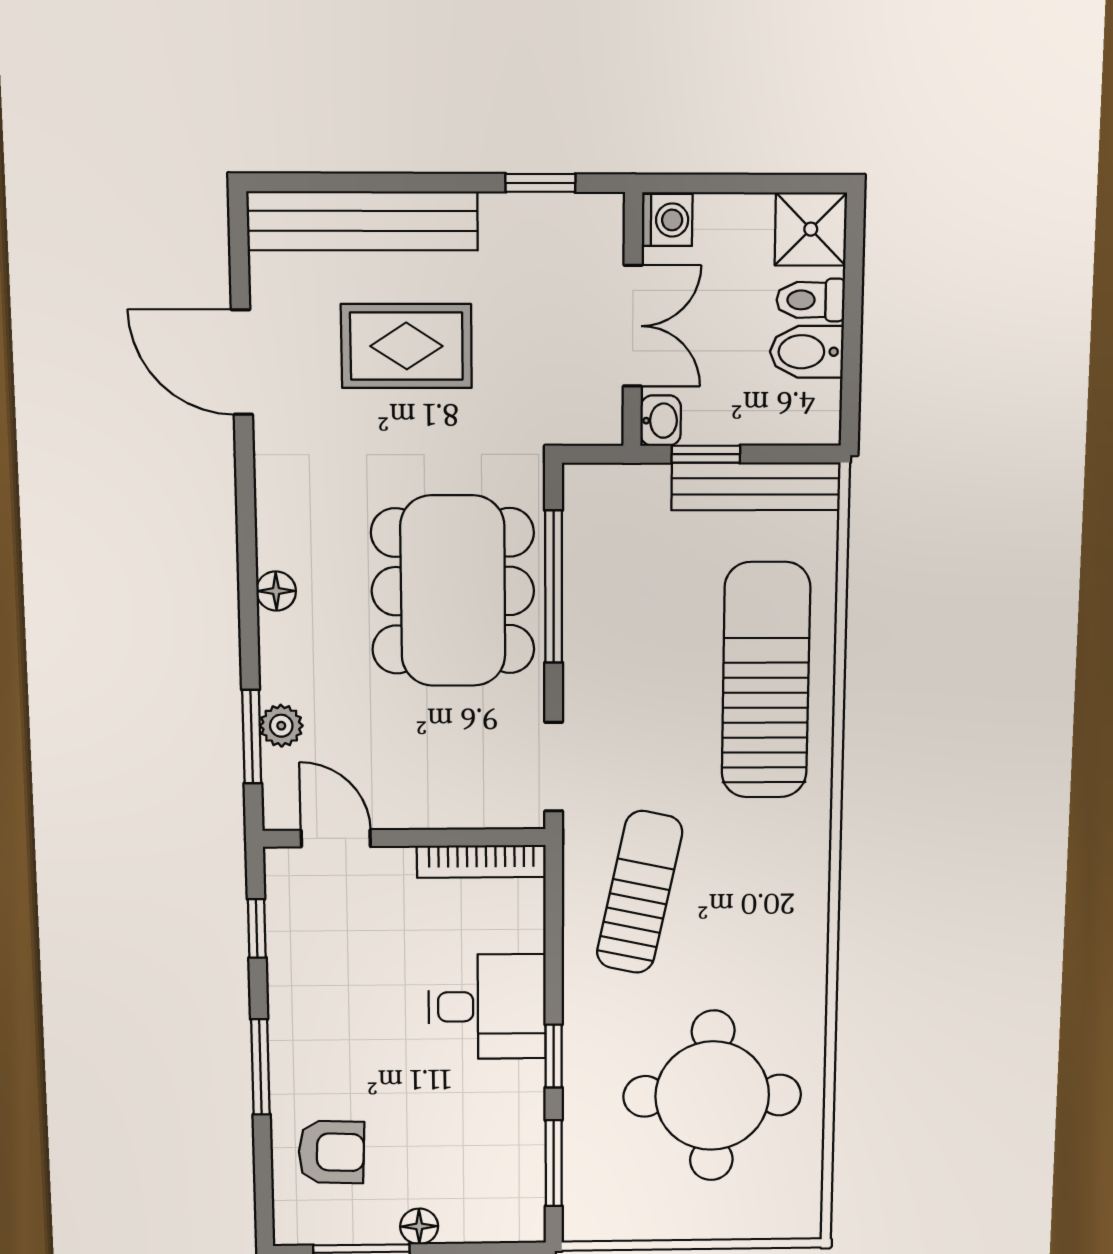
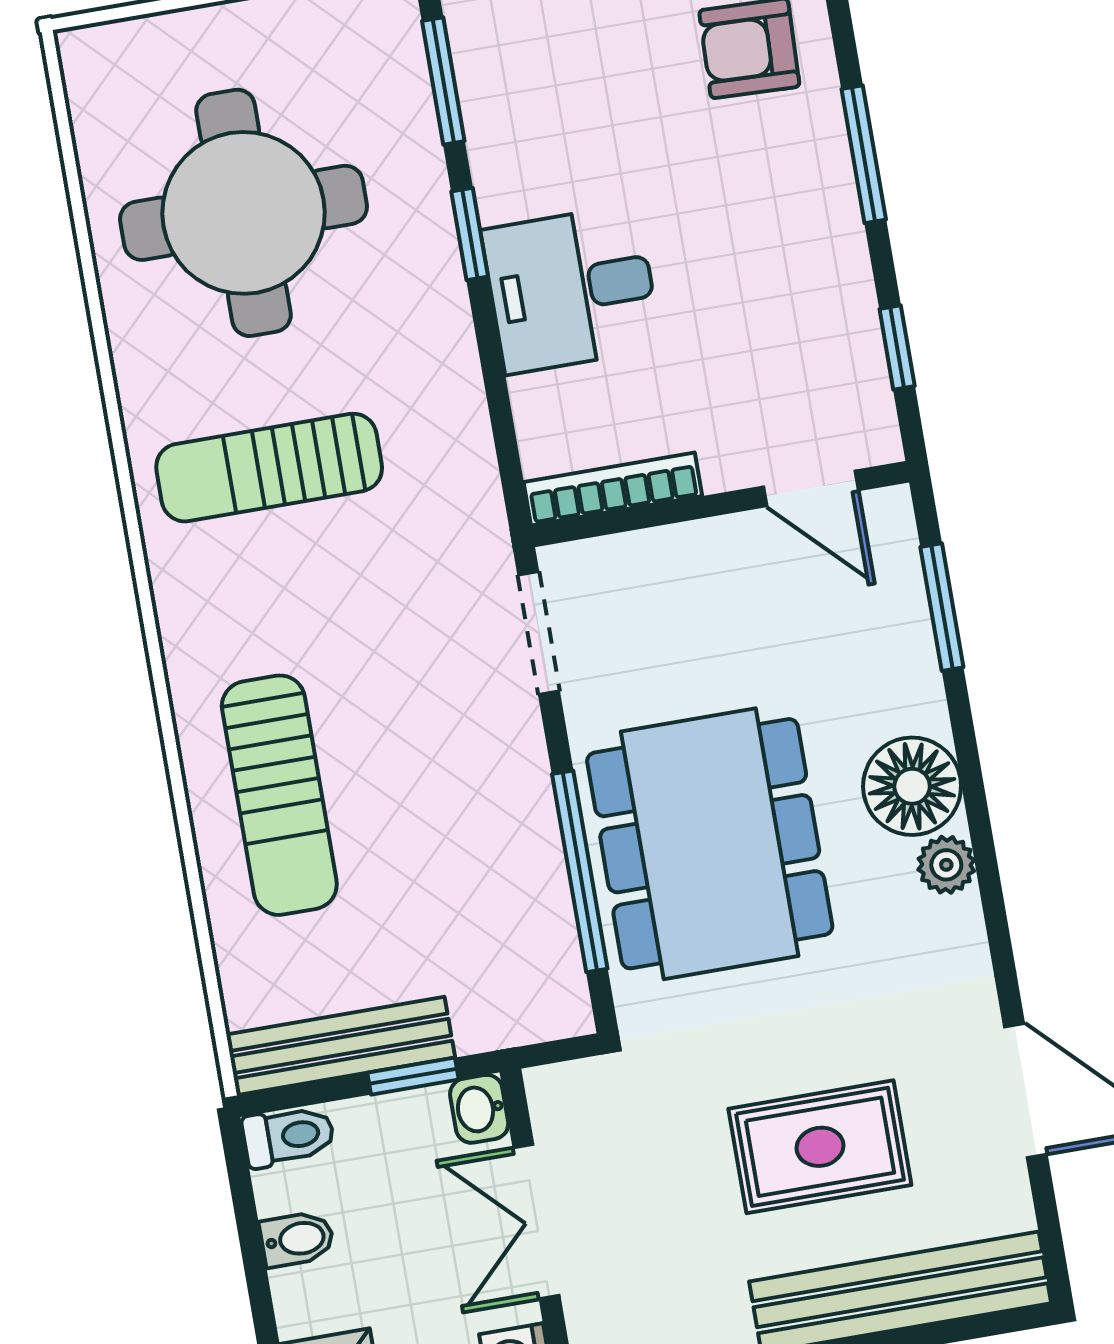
toilet: (811, 300) -> (288, 1136), moved
bidet: (807, 352) -> (297, 1239), width x0.72, depth x0.74
floor lamp: (276, 591) -> (912, 786), width x1.89, depth x1.89
sun lounger: (766, 681) -> (279, 795), width x0.73, depth x0.75
plant: (281, 726) -> (946, 865), moved
sun lounger: (639, 892) -> (269, 468), moved, turned 78

